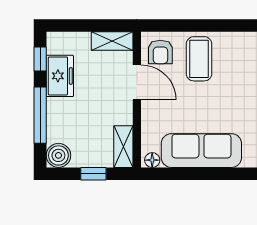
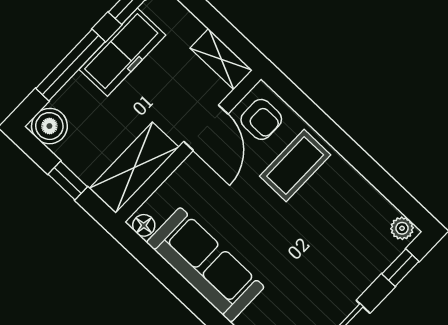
armchair: (160, 52) -> (261, 119), turned -90
freezer: (60, 76) -> (122, 52), width x1.40
shelving: (123, 147) -> (134, 168), width x1.50, depth x1.33

